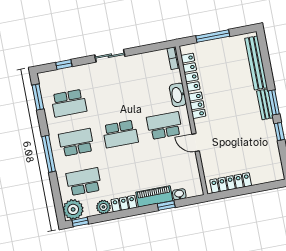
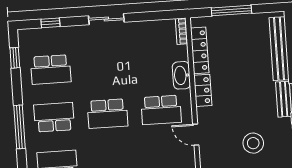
window: (38, 97) -> (15, 58), width x0.67
school desk: (164, 126) -> (161, 110), turned 180
stool: (244, 144) -> (253, 143), added

